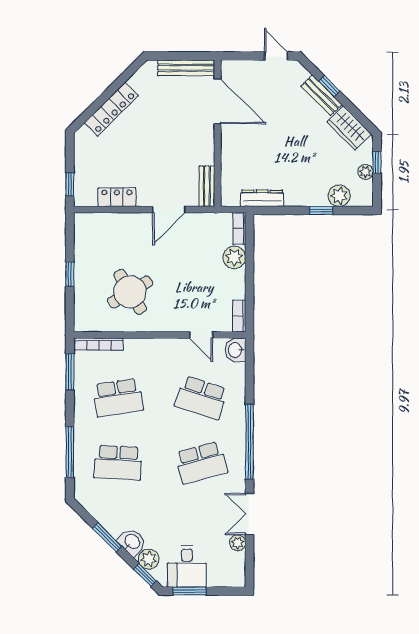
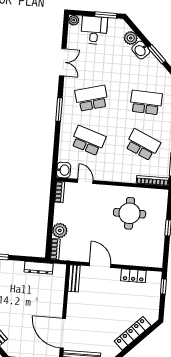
door: (169, 210) -> (100, 265), hinge flipped
round table: (130, 292) -> (130, 213), turned 31
school desk: (118, 398) -> (143, 145), turned 33
window: (249, 442) -> (59, 109), width x0.47
plant: (238, 543) -> (74, 20), moved
desk: (187, 566) -> (94, 30), moved
window: (145, 575) -> (134, 28), removed

